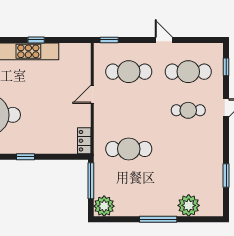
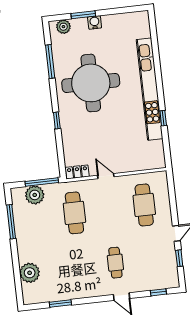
window: (109, 40) -> (179, 258), moved
cafe table: (188, 72) -> (150, 259), removed
door: (92, 94) -> (106, 176), moved
plant: (104, 206) -> (35, 195), moved
window: (158, 219) -> (11, 222), moved

